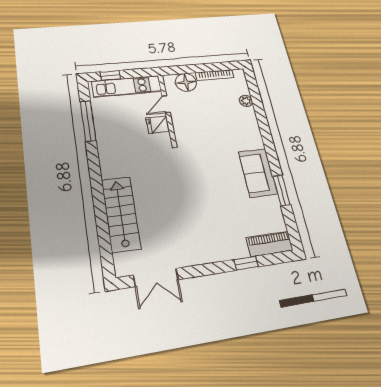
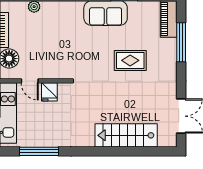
rug: (211, 207) -> (130, 60), added
window: (246, 263) -> (181, 42), width x2.17

